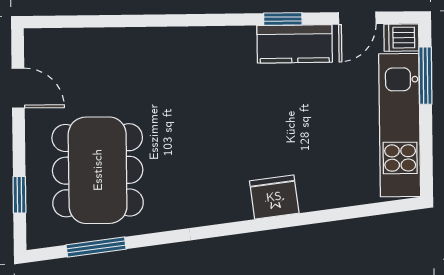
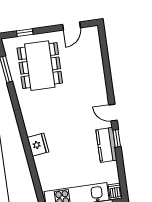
door: (357, 18) -> (113, 113), moved
dining table: (98, 170) -> (40, 66), turned 90

